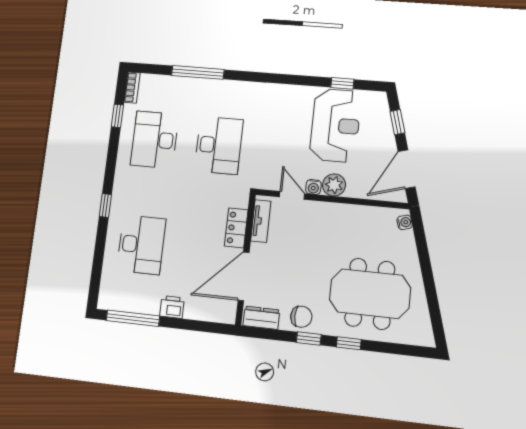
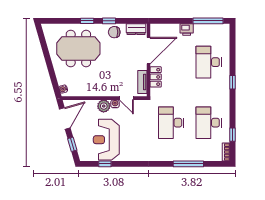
desk: (155, 140) -> (209, 123), turned 180

